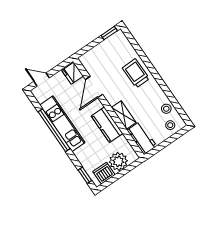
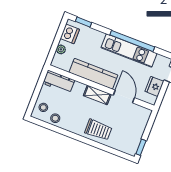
fridge: (73, 73) -> (154, 86), moved, turned -90
shelving: (124, 115) -> (97, 95), moved
kitchen counter: (107, 125) -> (93, 74), width x1.50
plant: (118, 161) -> (61, 49), width x0.53, depth x0.53

